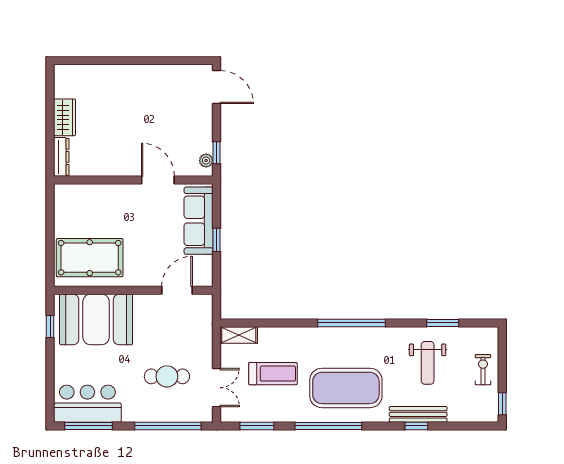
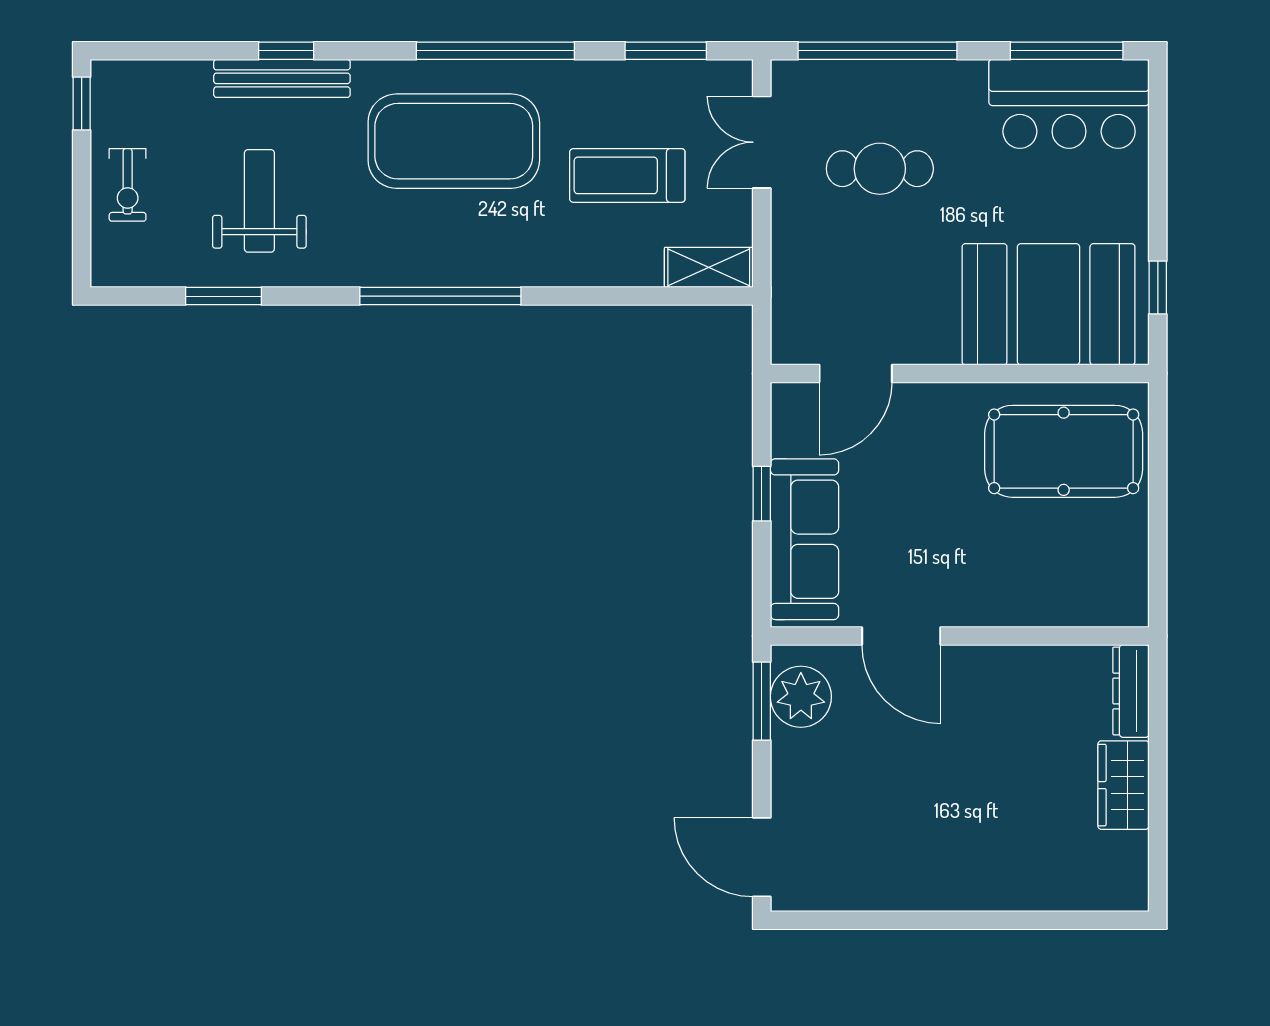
window: (217, 153) -> (762, 701), width x1.50
plant: (206, 161) -> (801, 697), width x1.87, depth x1.87

